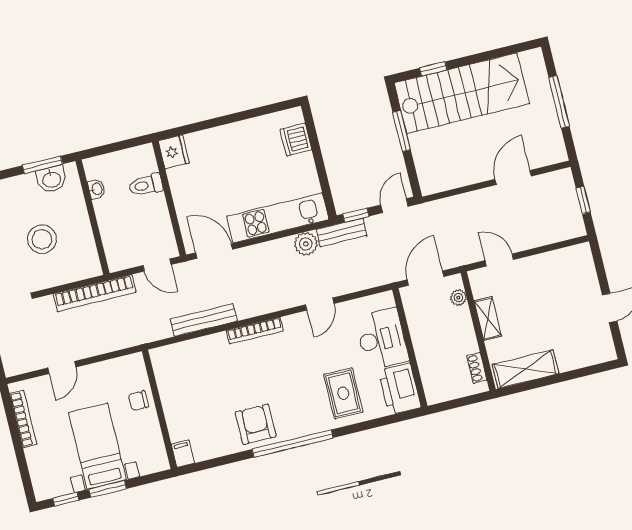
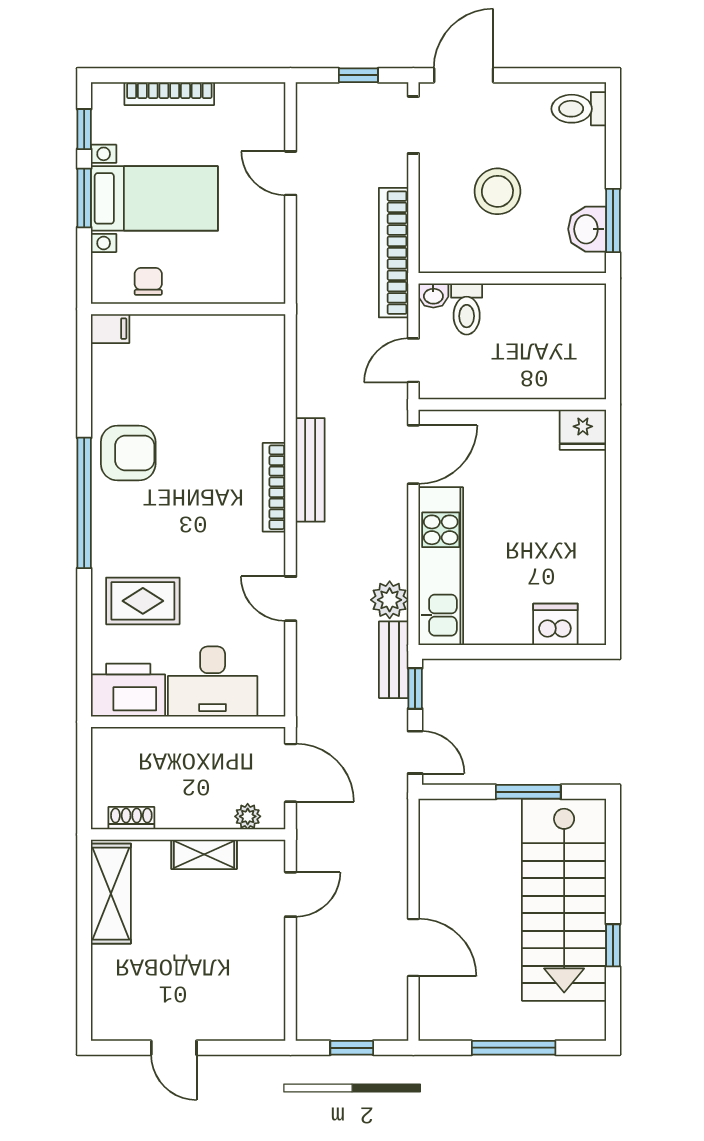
window: (433, 69) -> (613, 945), moved
toilet: (146, 185) -> (467, 309), moved, turned 180
washbasin: (97, 189) -> (433, 295), moved
bench: (204, 320) -> (310, 470), moved
chair: (138, 401) -> (148, 281), moved
bookcase: (23, 419) -> (169, 94), moved

